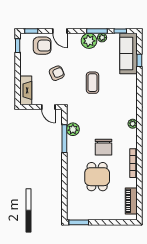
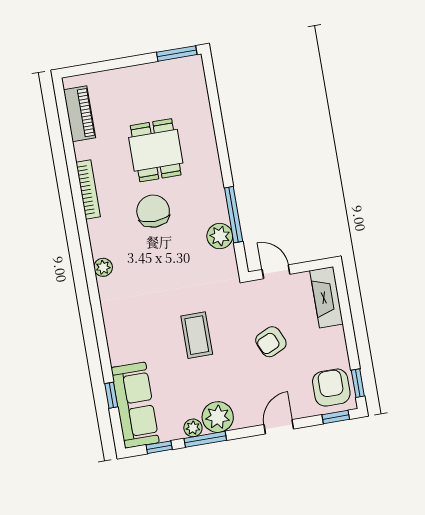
door: (60, 31) -> (279, 427), hinge flipped
armchair: (42, 46) -> (331, 388), moved, turned 90

